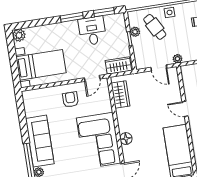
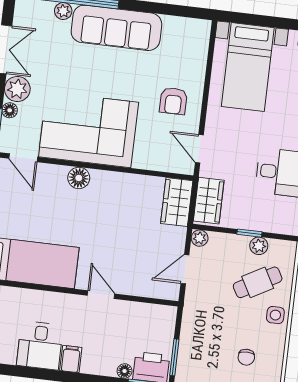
plant: (178, 59) -> (200, 238), moved
wardrobe: (120, 94) -> (177, 202), moved, turned 90
armchair: (70, 100) -> (173, 101), turned 90
door: (185, 109) -> (101, 295), hinge flipped

